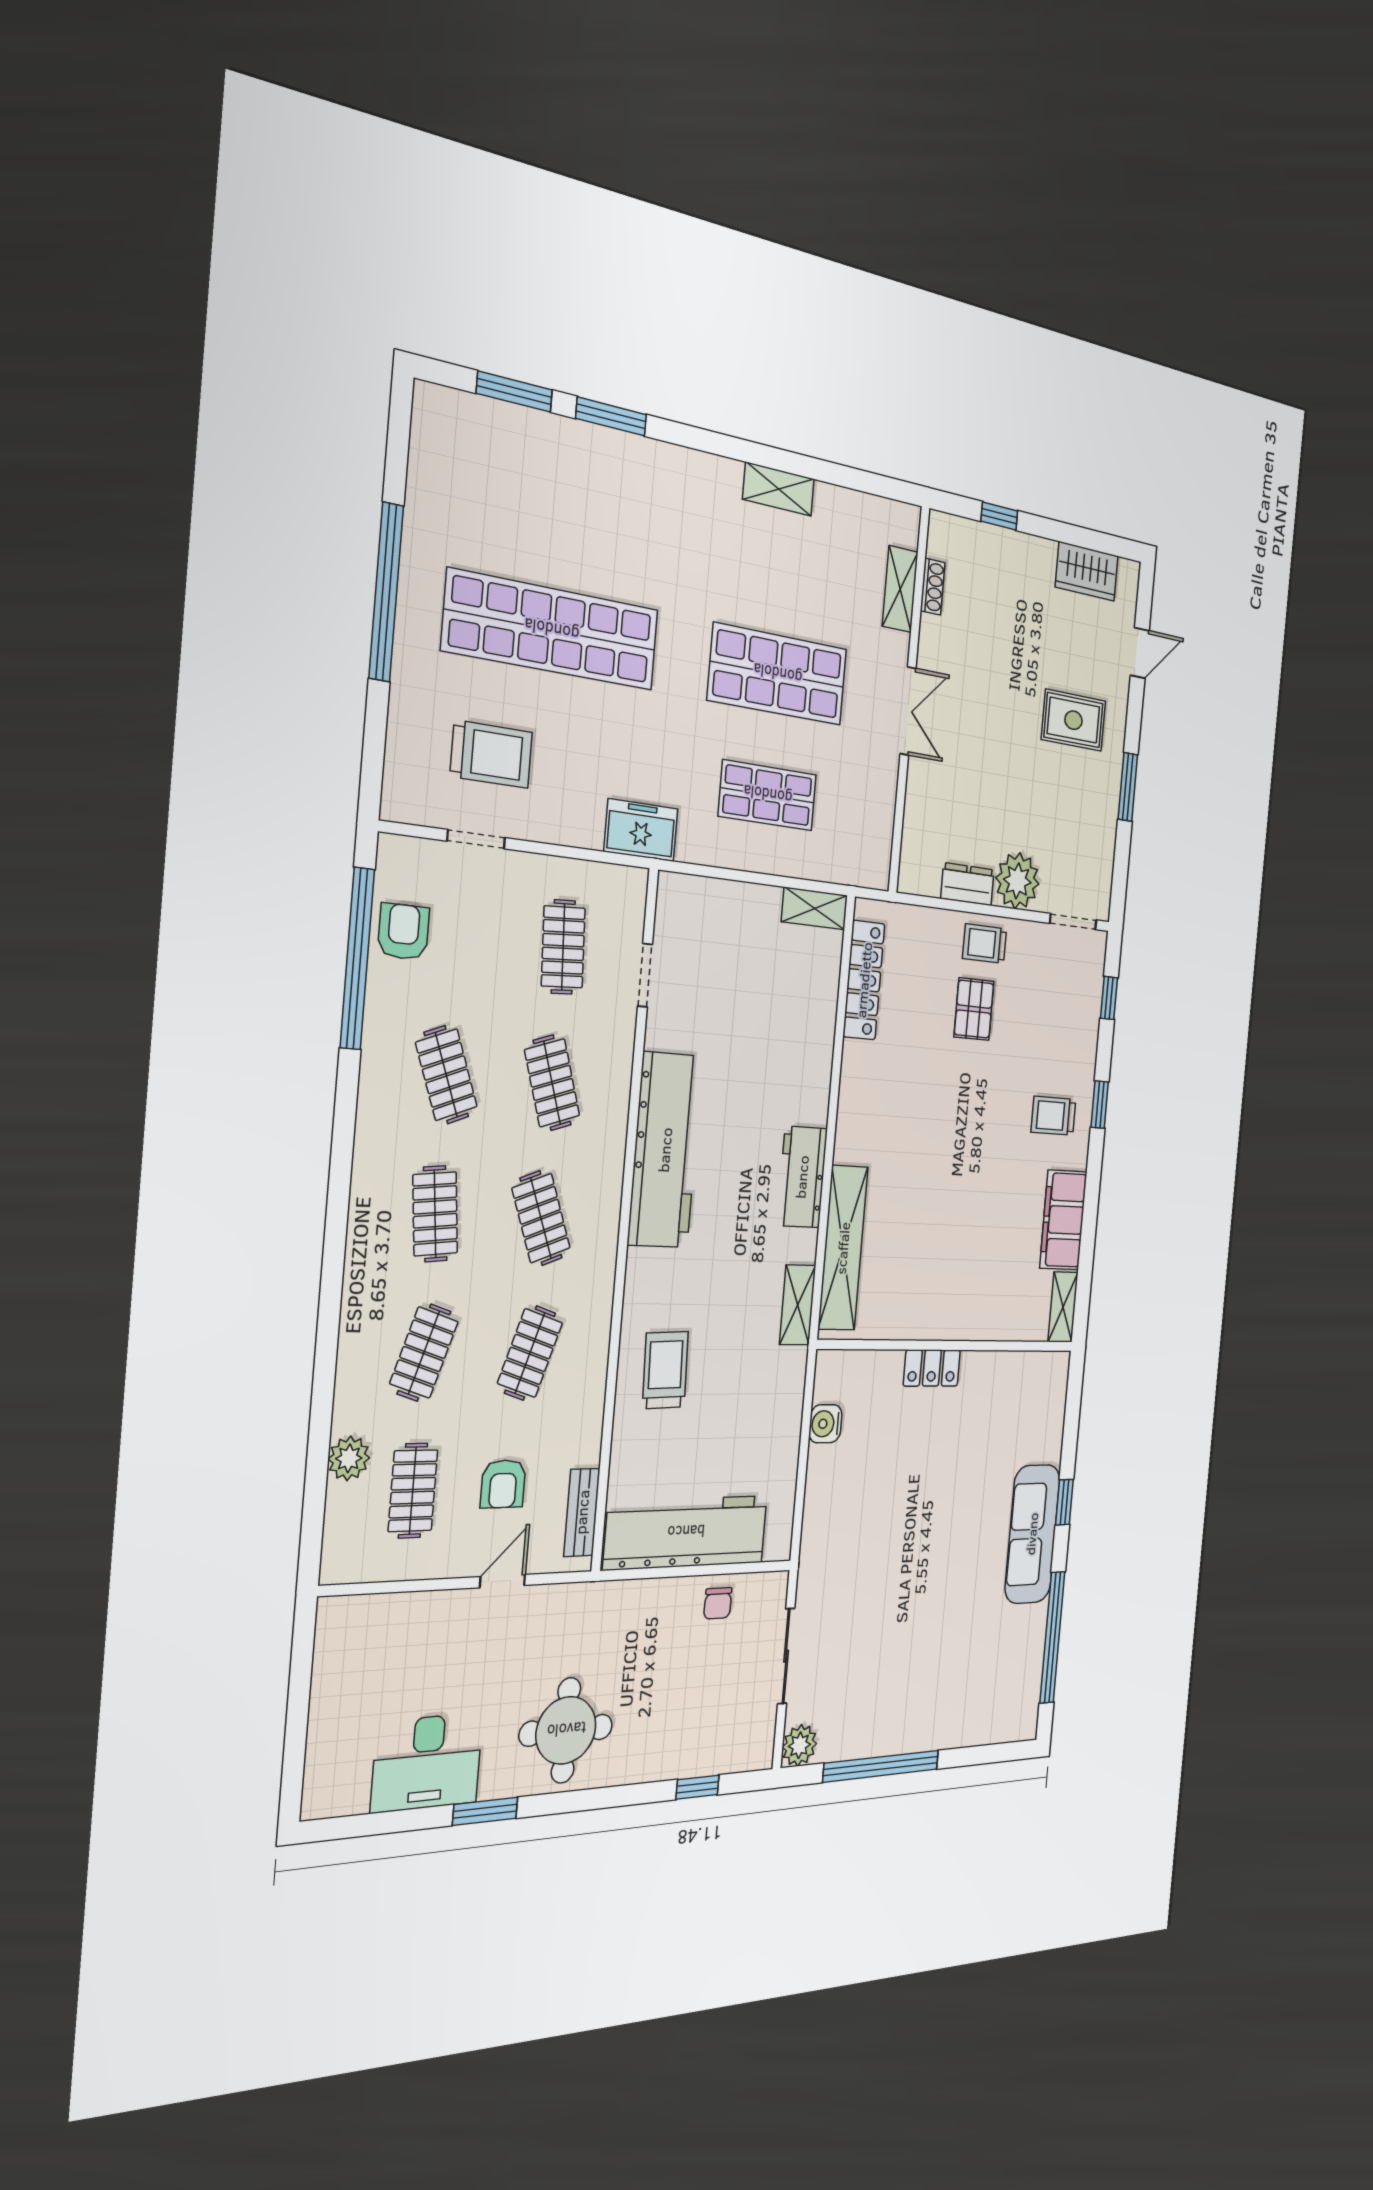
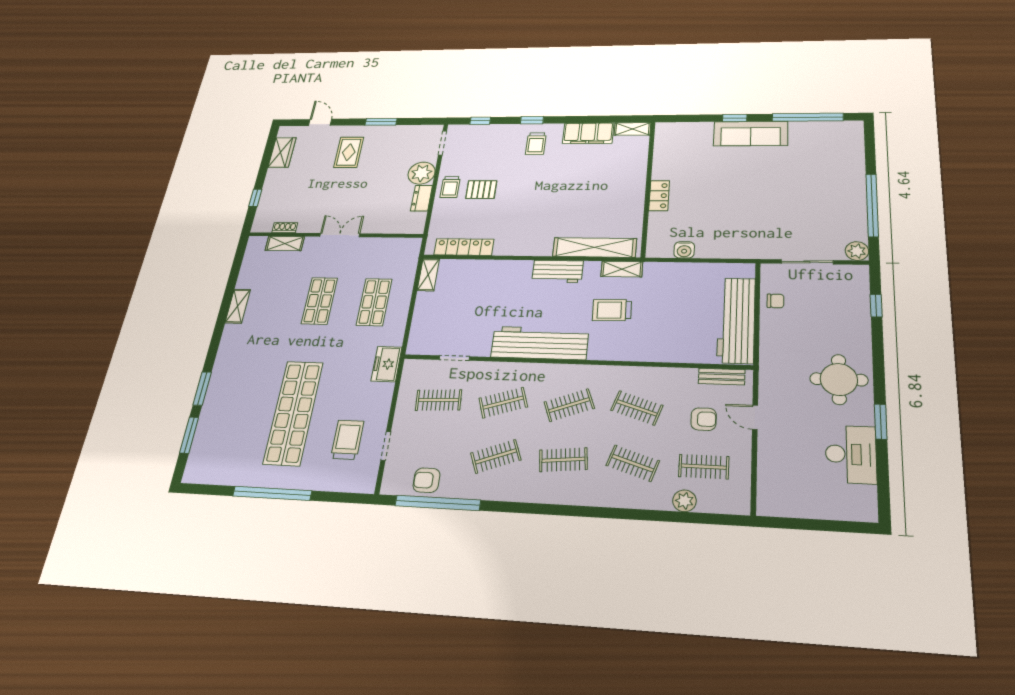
shop shelf: (778, 674) -> (319, 301), width x0.70, depth x0.74
trolley: (665, 1370) -> (612, 310), moved

